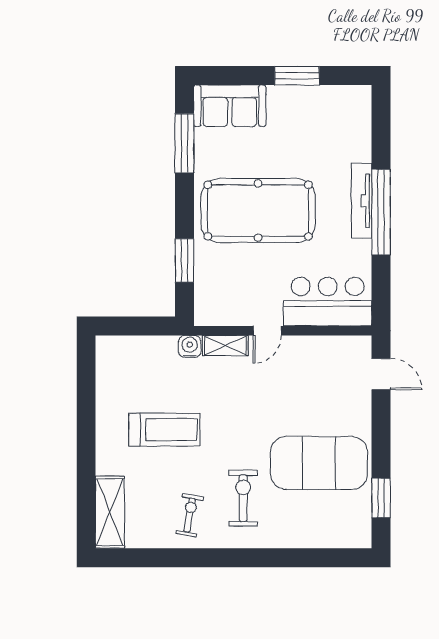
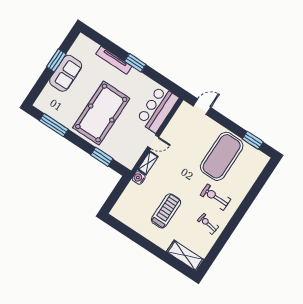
sofa: (230, 106) -> (66, 73), moved
tv unit: (362, 201) -> (114, 60), moved
window: (381, 212) -> (135, 63), width x0.47
door: (267, 331) -> (153, 142), hinge flipped

